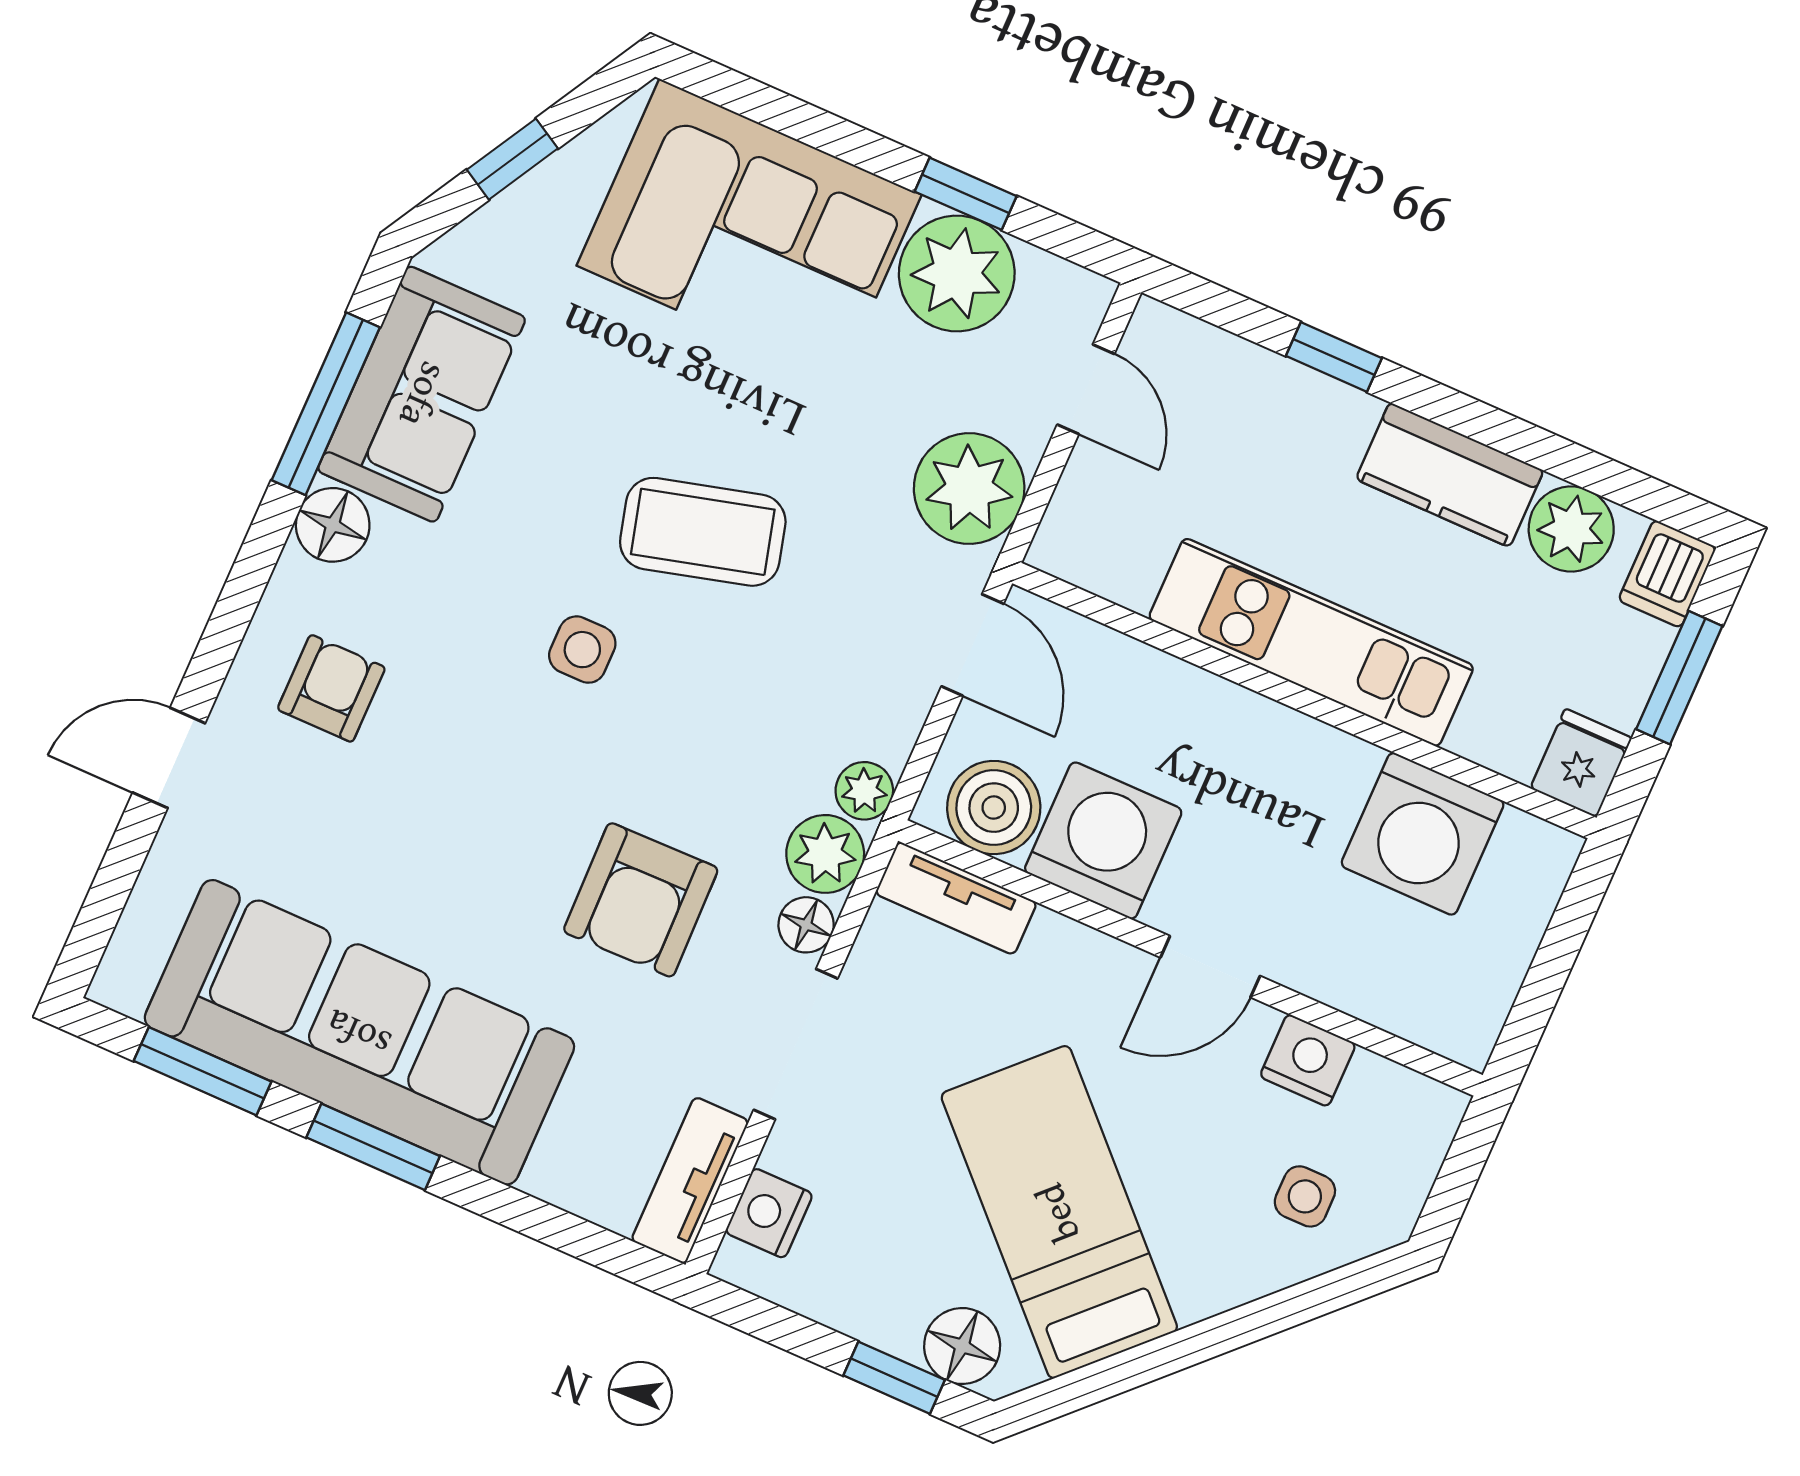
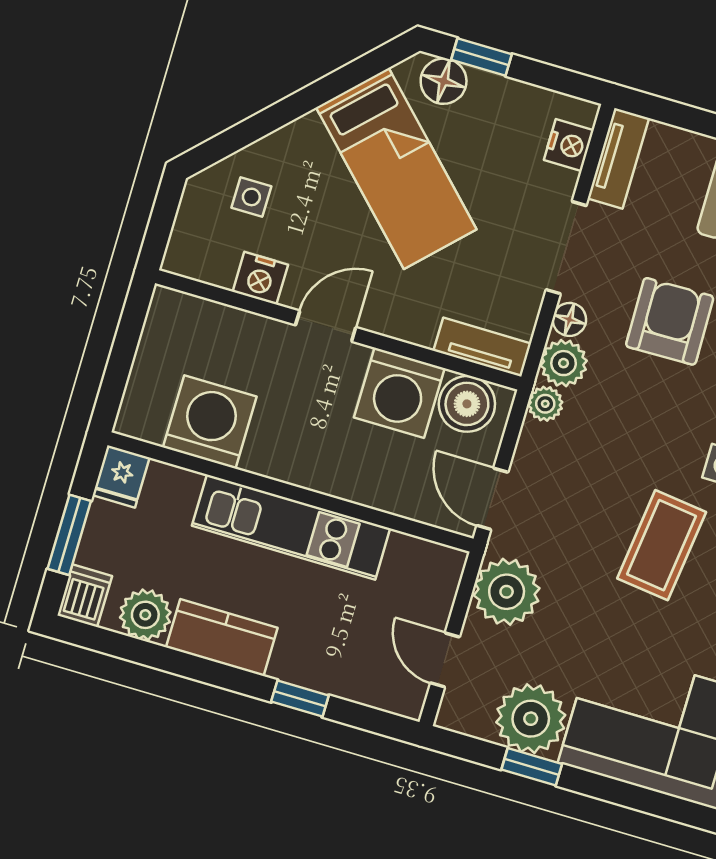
coffee table: (703, 532) -> (662, 545), turned -68

